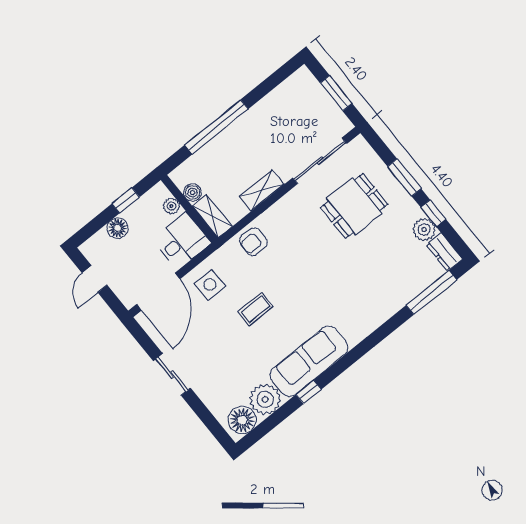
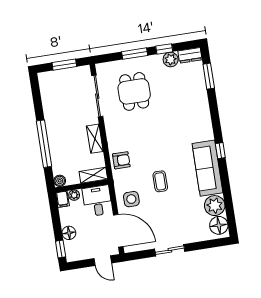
boiler: (193, 193) -> (60, 181), moved
filing cabinet: (157, 194) -> (63, 199), added
window: (126, 200) -> (61, 249), moved
armchair: (253, 242) -> (121, 160), turned -90
door: (95, 279) -> (103, 261), moved
window: (431, 293) -> (209, 76), width x0.69
window: (309, 392) -> (220, 151), moved

